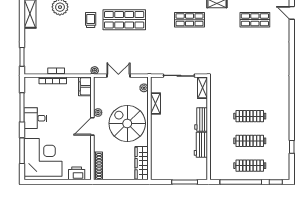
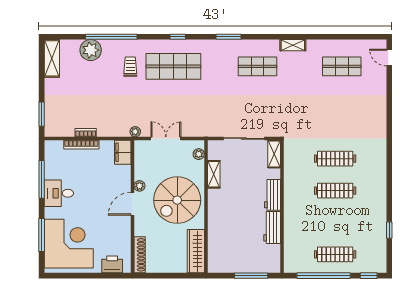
spiral stairs: (127, 123) -> (177, 200), turned -90
clothes rail: (250, 141) -> (335, 159), moved

